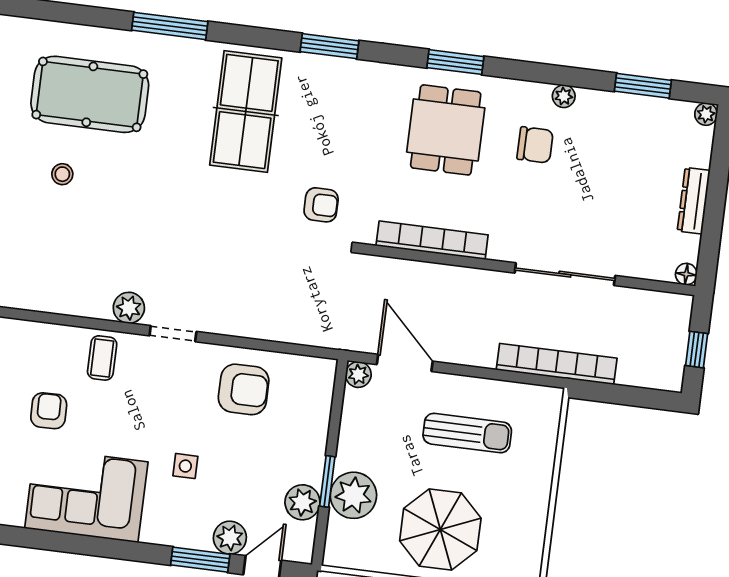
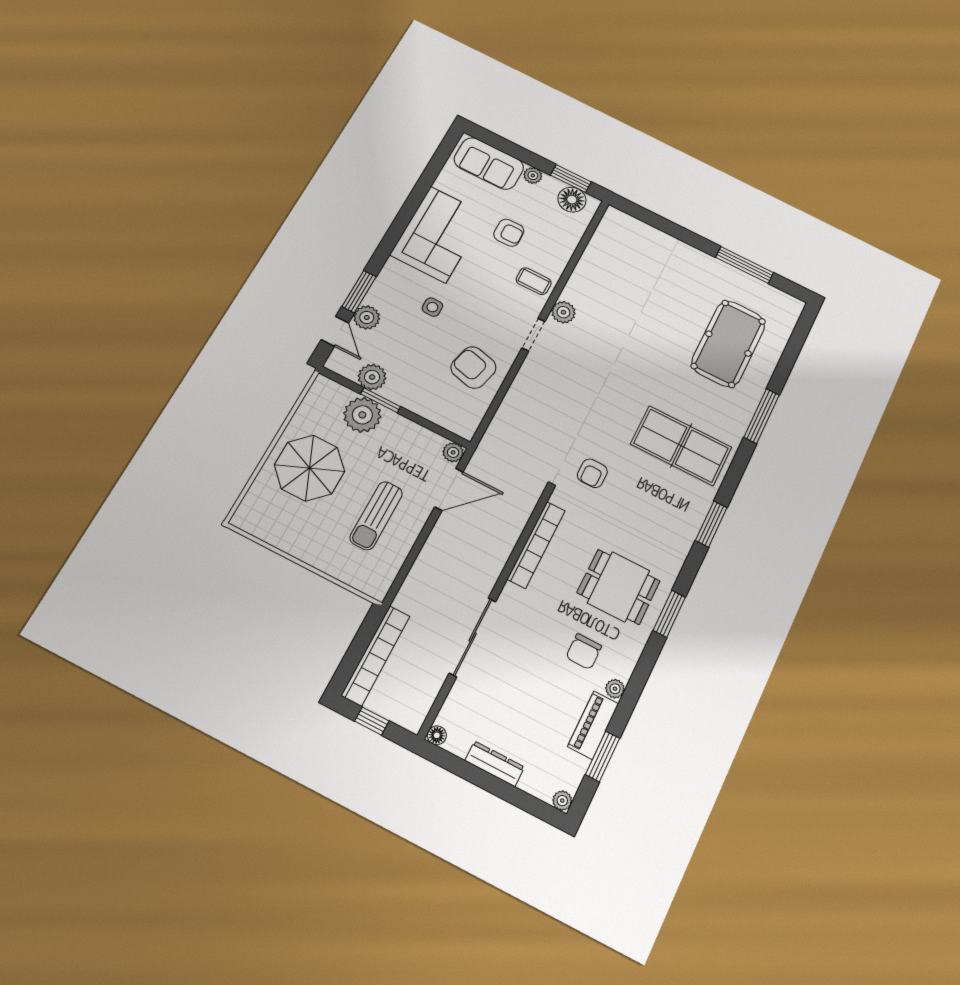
piano: (613, 107) -> (593, 725), added
stool: (62, 174) -> (676, 304), removed
bookcase: (557, 364) -> (376, 656), moved
armchair: (244, 389) -> (473, 367), turned 104

